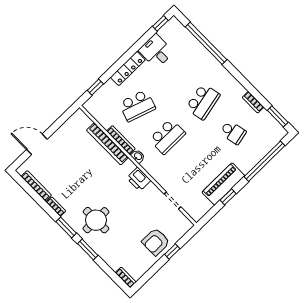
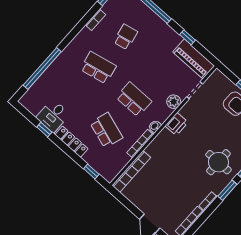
window: (160, 23) -> (44, 130), moved
bookcase: (107, 144) -> (131, 171), moved
plant: (162, 178) -> (174, 102), added
piano: (223, 184) -> (194, 59), moved

